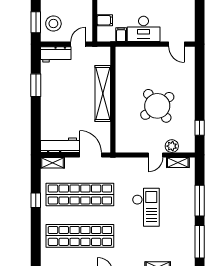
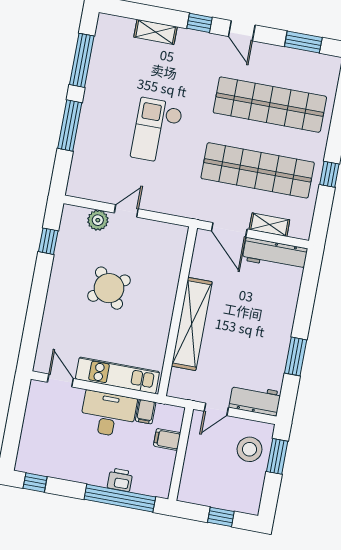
kitchen unit: (142, 54) -> (117, 375), added
round table: (157, 106) -> (109, 288), width x0.73, depth x0.73
shelving: (178, 162) -> (93, 192), removed
shelving: (52, 163) -> (269, 225), moved

